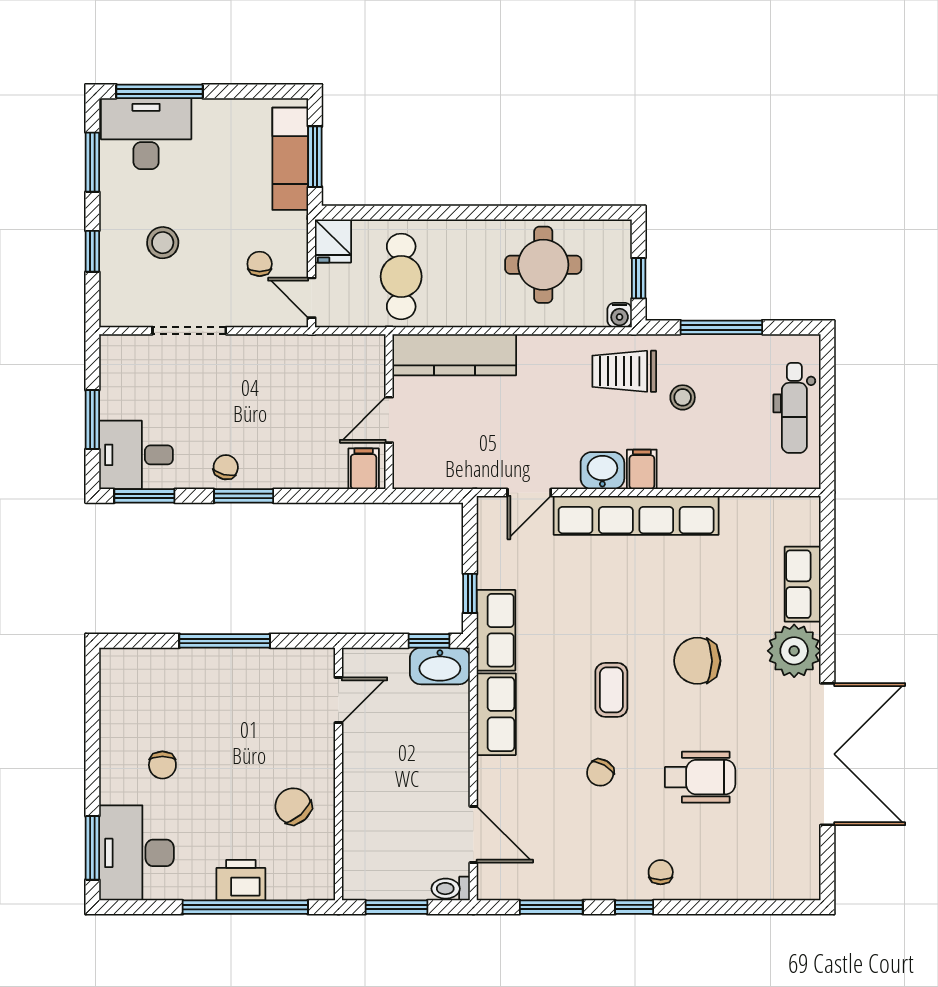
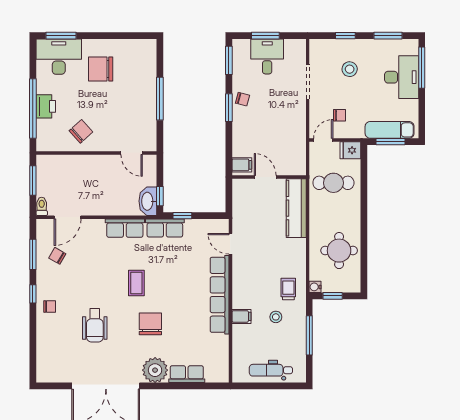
desk: (146, 134) -> (402, 77), moved
trolley: (624, 371) -> (288, 289), width x0.73, depth x0.72
desk: (136, 455) -> (267, 56), moved
filing cabinet: (642, 469) -> (242, 316), moved
washbasin: (602, 471) -> (241, 279), removed
coffee table: (611, 690) -> (136, 283), turned 90
chair: (162, 765) -> (101, 69), width x1.87, depth x1.87
chair: (600, 773) -> (57, 256), moved

